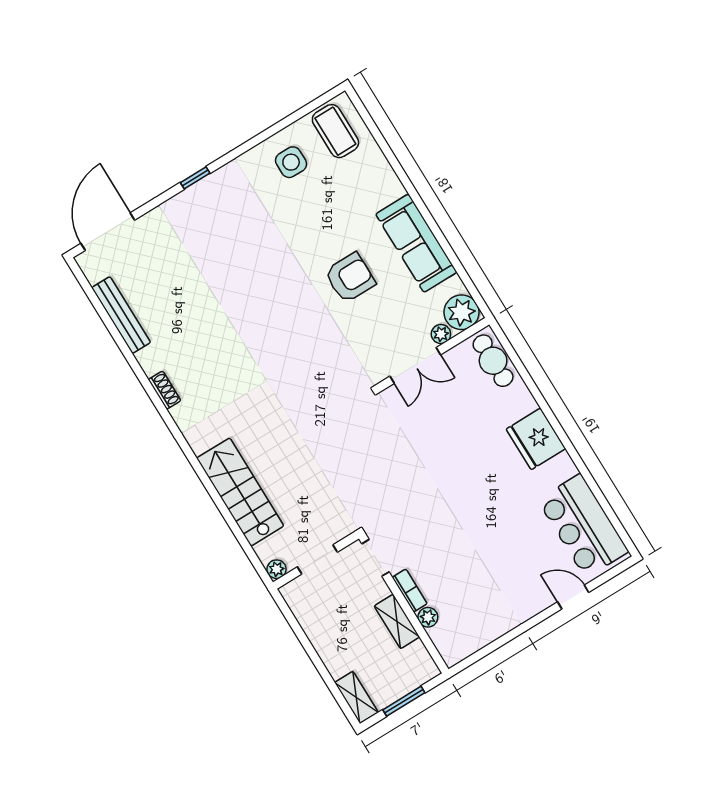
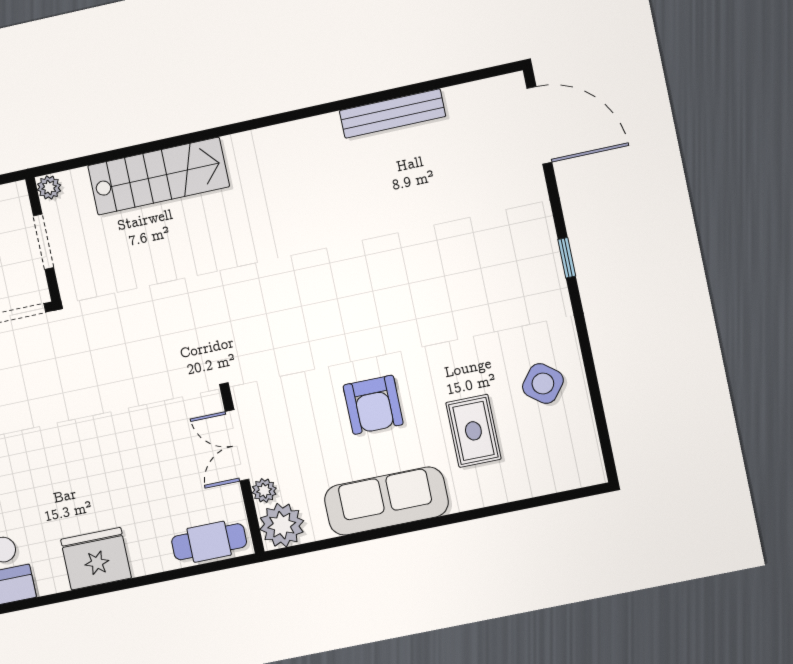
coffee table: (335, 131) -> (562, 452), removed
side table: (291, 162) -> (543, 383), turned 38
rug: (343, 199) -> (473, 431), added
bench: (121, 315) -> (393, 113), moved
shoe rack: (165, 390) -> (317, 127), removed

